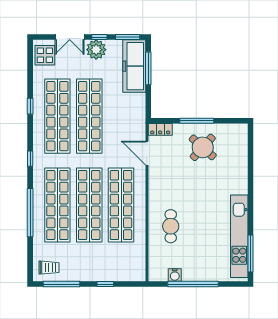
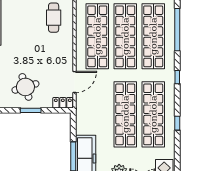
window: (197, 121) -> (31, 110), width x0.69
round table: (203, 147) -> (25, 87), turned 31
door: (147, 153) -> (74, 82), hinge flipped

